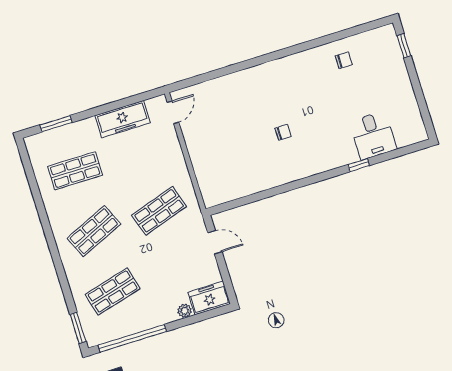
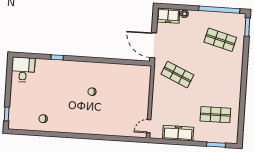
desk: (373, 135) -> (23, 70), moved
shop shelf: (159, 211) -> (177, 75), turned 42
shop shelf: (94, 231) -> (218, 77), removed
door: (215, 242) -> (153, 45), width x1.88
shop shelf: (113, 291) -> (220, 40), turned 30

